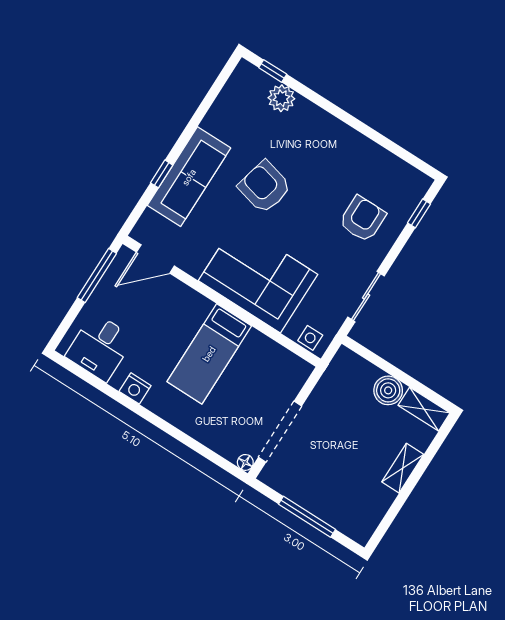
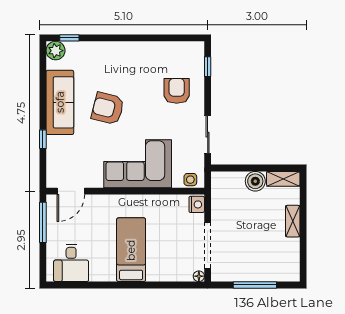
plant: (281, 98) -> (56, 51), moved
sofa: (189, 177) -> (60, 102), moved
bed: (209, 354) -> (131, 250), moved, turned 180
nightstand: (135, 388) -> (197, 204), moved, turned -90

